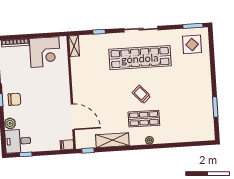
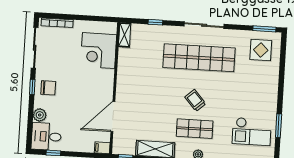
corner desk: (45, 52) -> (99, 51), moved, turned 90
checkout: (193, 115) -> (252, 132), added
door: (73, 117) -> (113, 117), swing flipped

